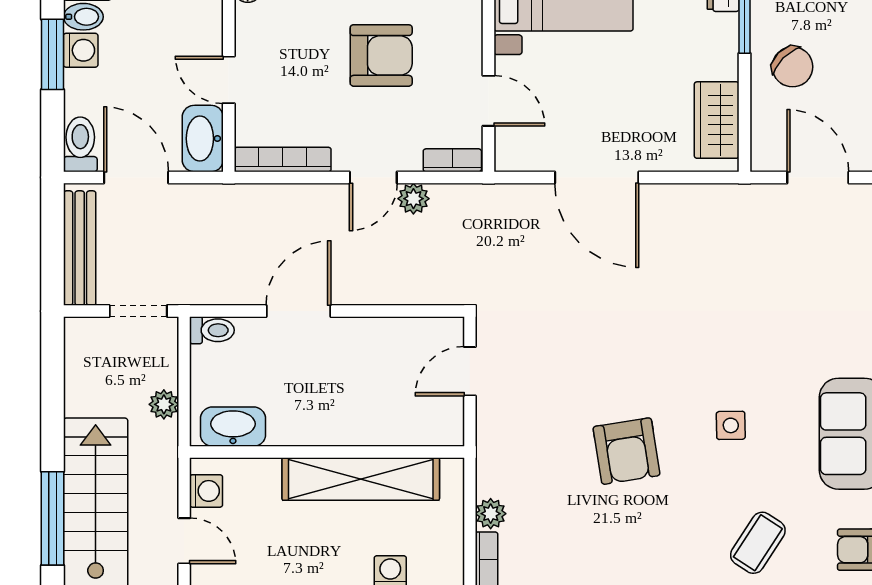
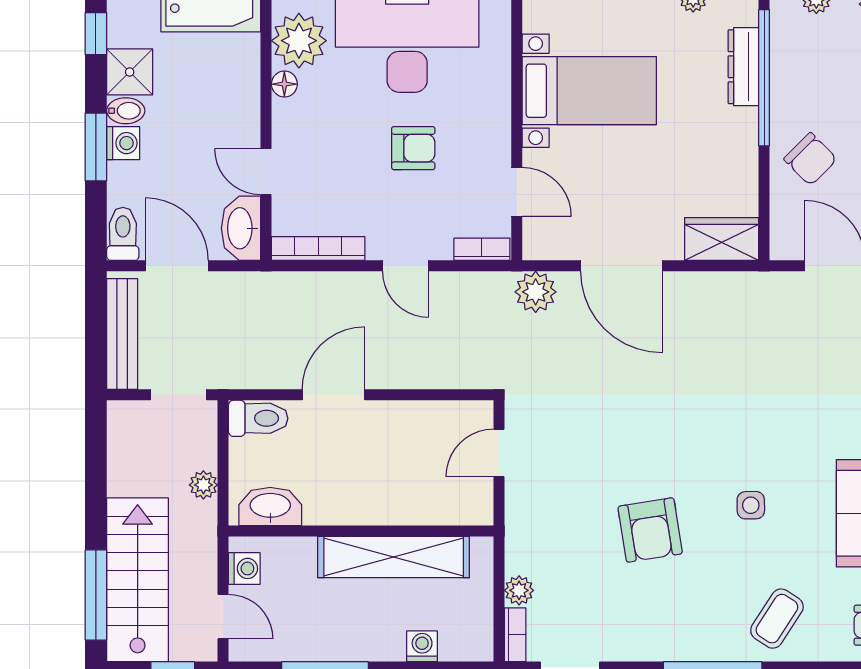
armchair: (381, 55) -> (413, 148), width x0.72, depth x0.72
wardrobe: (717, 120) -> (722, 239), moved, turned 90
door: (373, 177) -> (406, 266), hinge flipped
plant: (413, 199) -> (536, 292), moved, width x1.38, depth x1.38
toilet: (212, 330) -> (258, 418), width x1.37, depth x1.39

